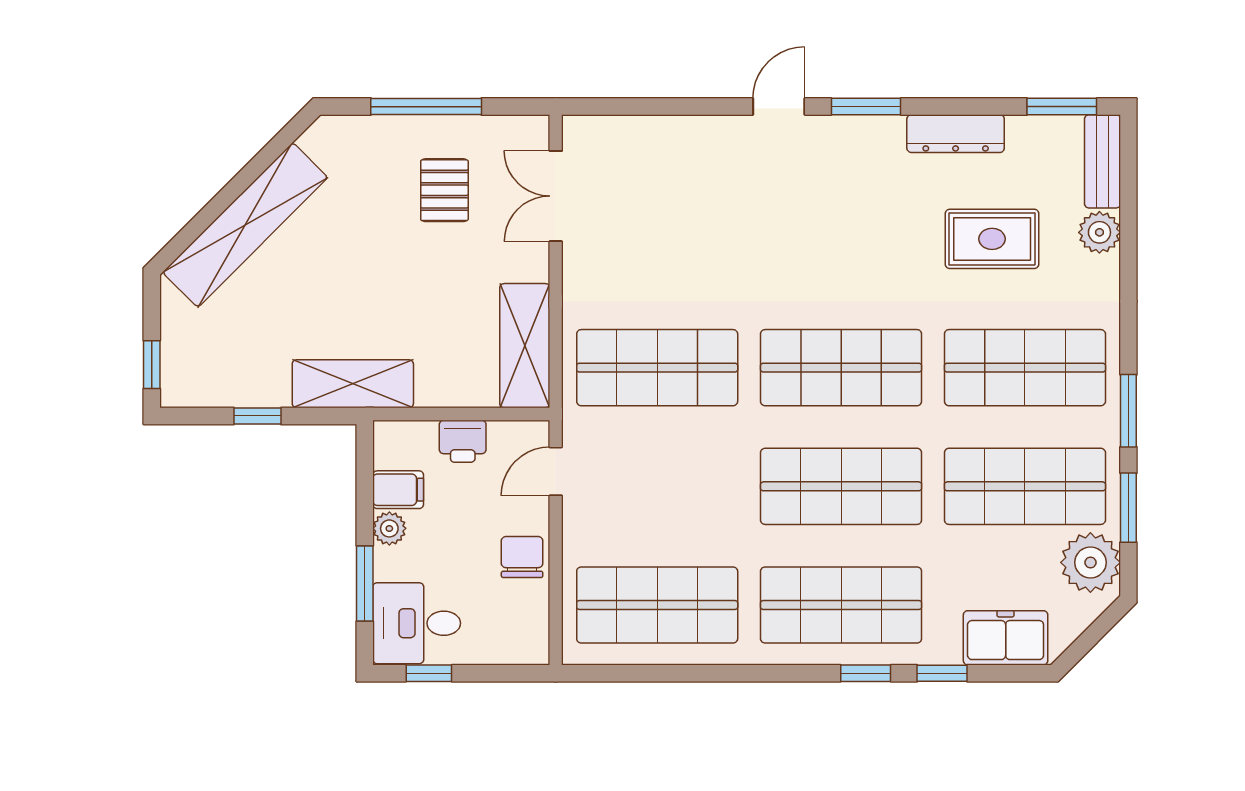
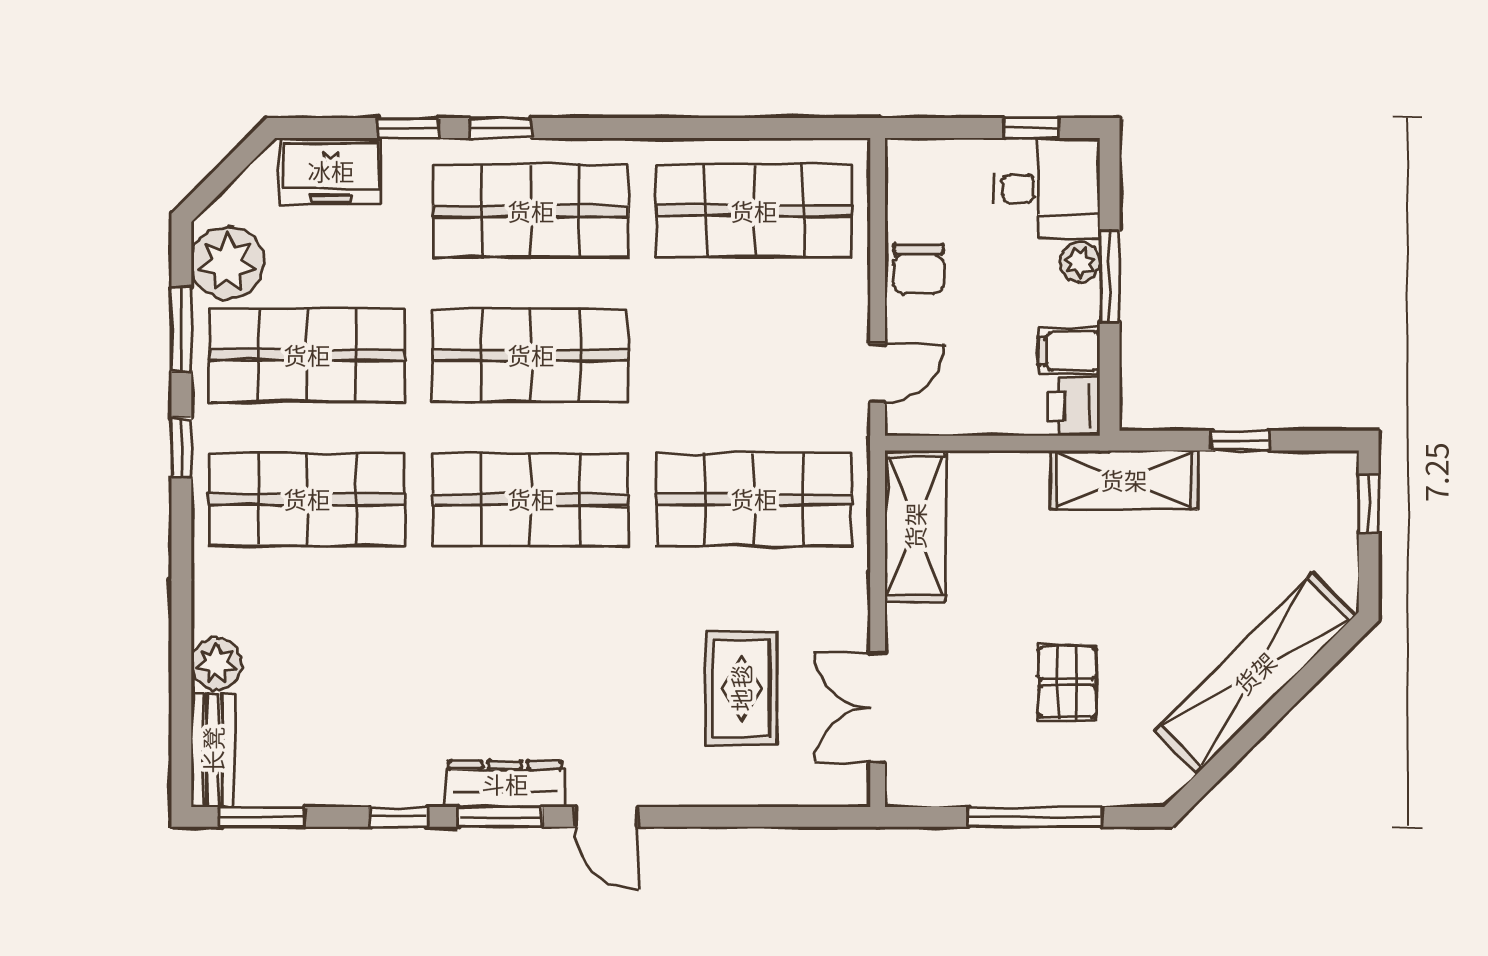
door: (779, 107) -> (606, 817), hinge flipped
window: (950, 107) -> (398, 817), added
dresser: (956, 134) -> (505, 784), moved
pallet: (444, 190) -> (1067, 682), moved
double door: (556, 196) -> (878, 708), swing flipped
rug: (992, 239) -> (741, 688), moved, turned 90
window: (1128, 411) -> (181, 447), width x0.67
printer: (463, 441) -> (1074, 406), moved, turned -90
plant: (389, 528) -> (1080, 262), moved
window: (365, 583) -> (1110, 276), moved

